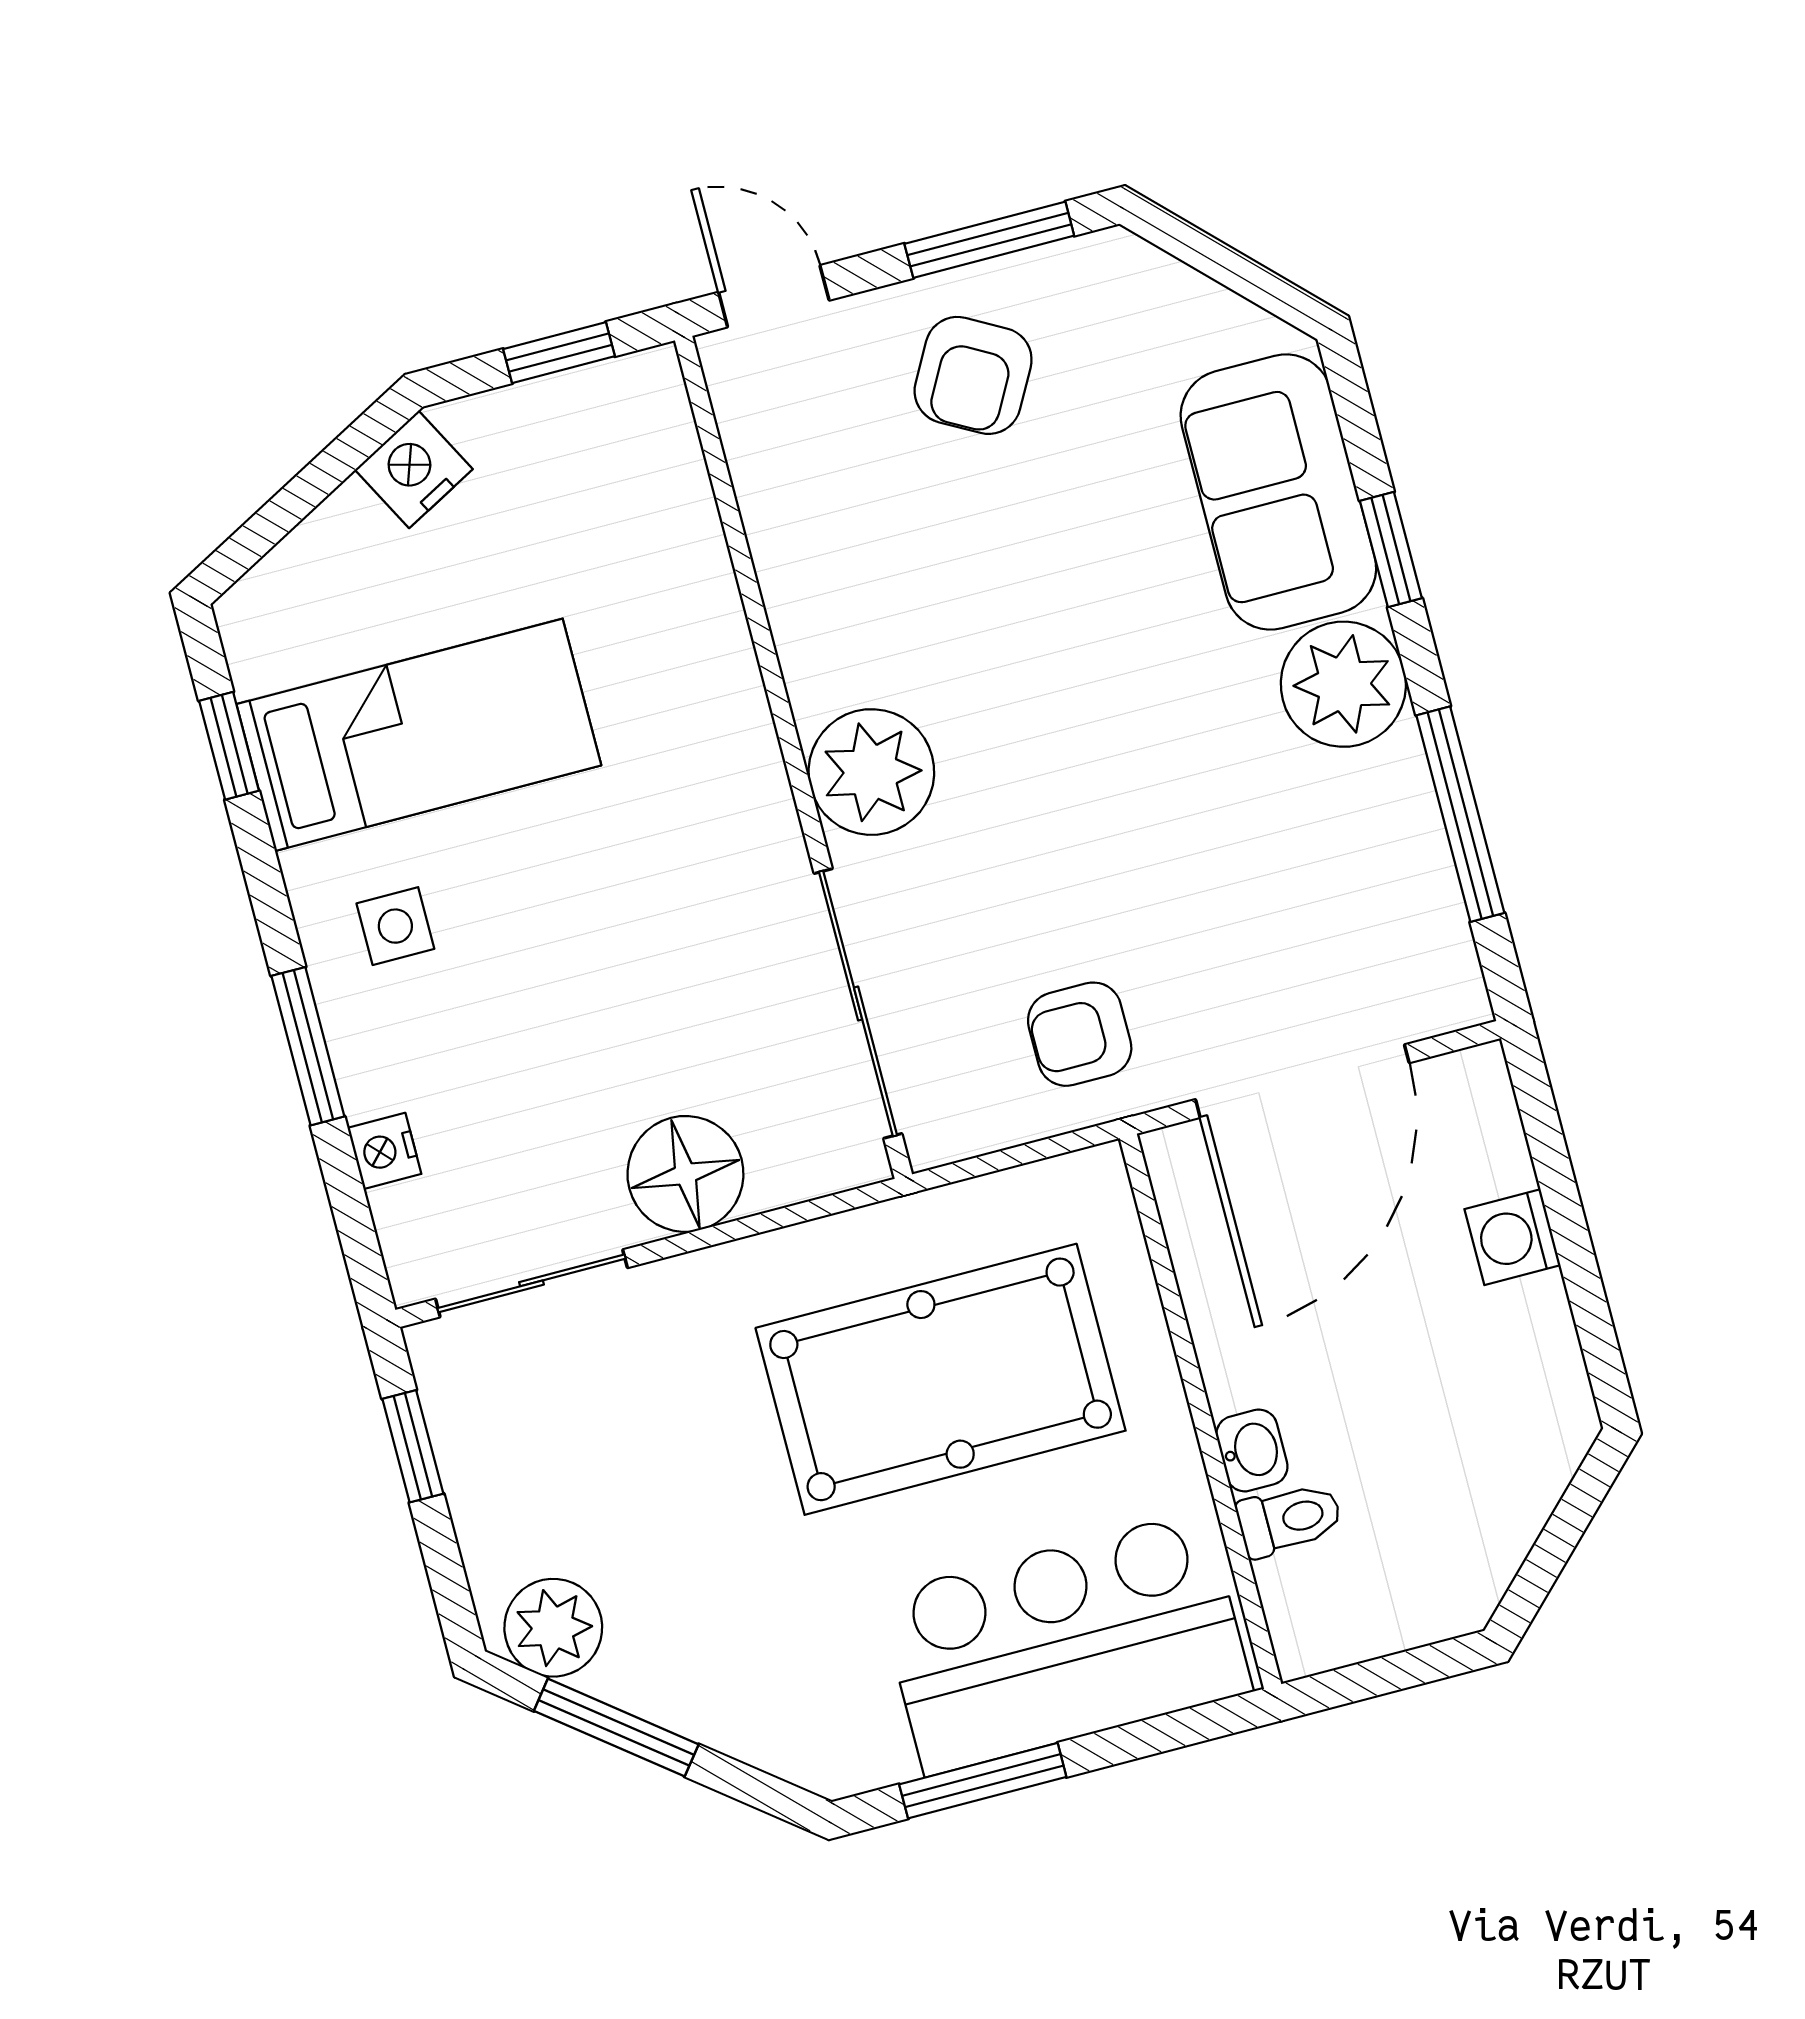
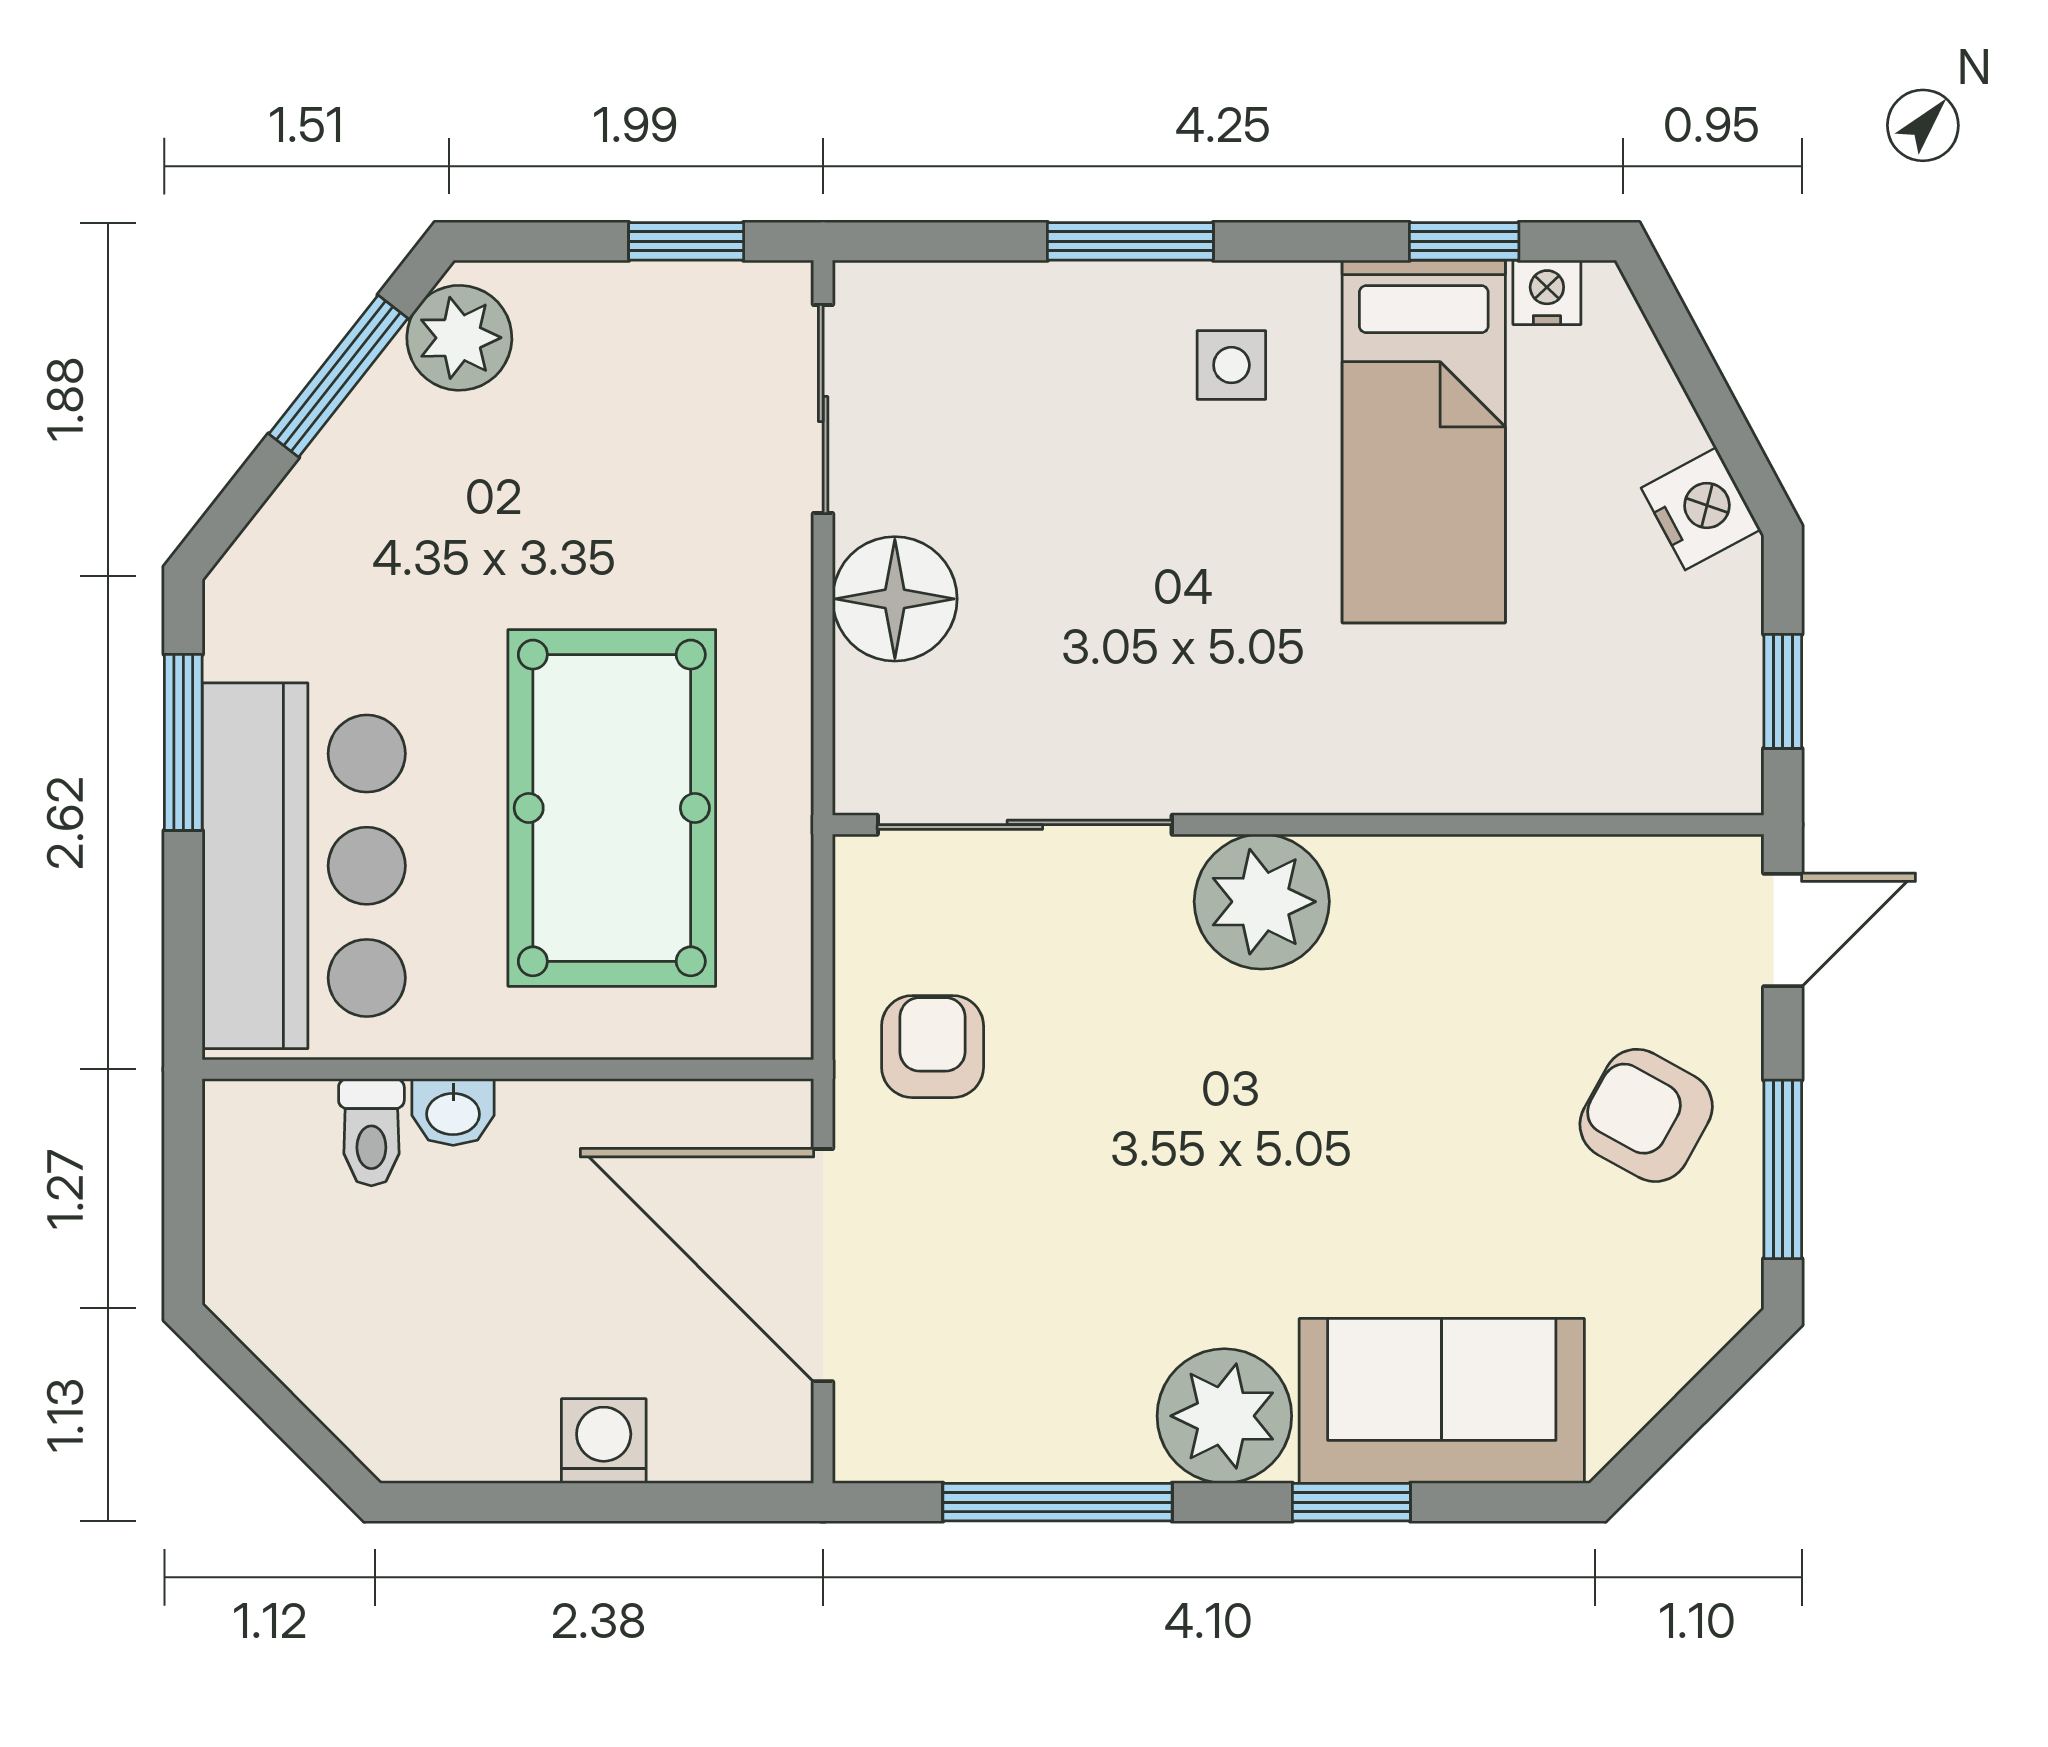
nightstand: (384, 1151) -> (1547, 292), moved

